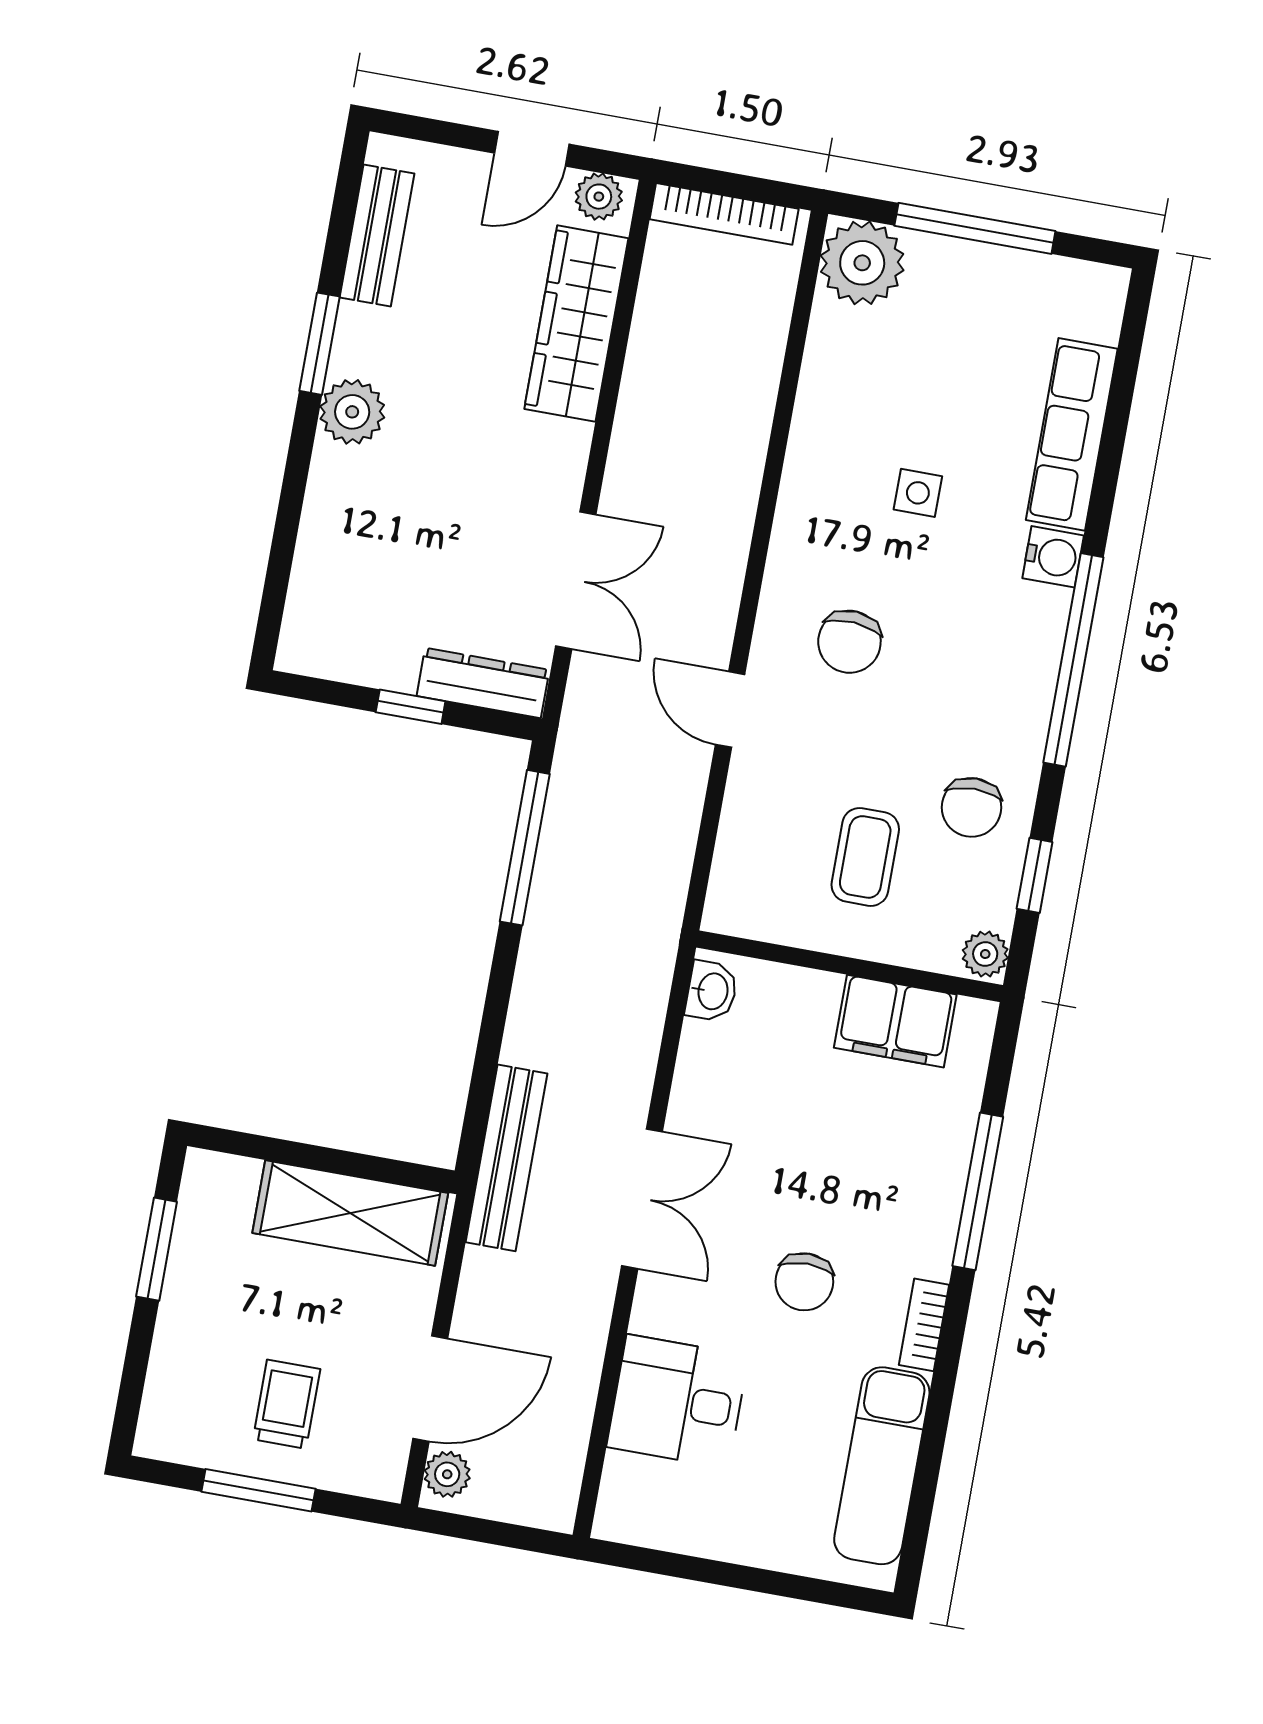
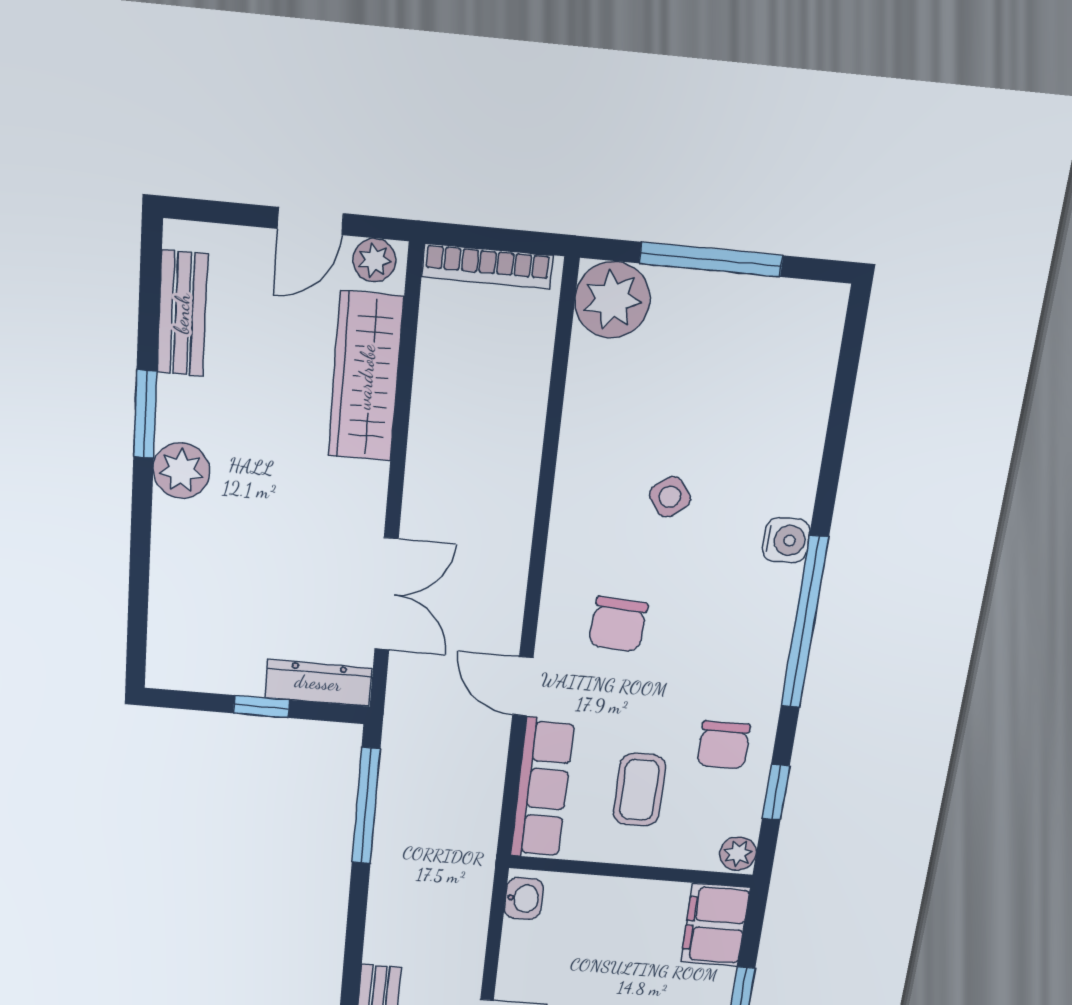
row of seats: (1072, 434) -> (542, 789), moved, turned 180
side table: (918, 493) -> (670, 497), turned -37
filing cabinet: (895, 1021) -> (715, 925), moved, turned 90

